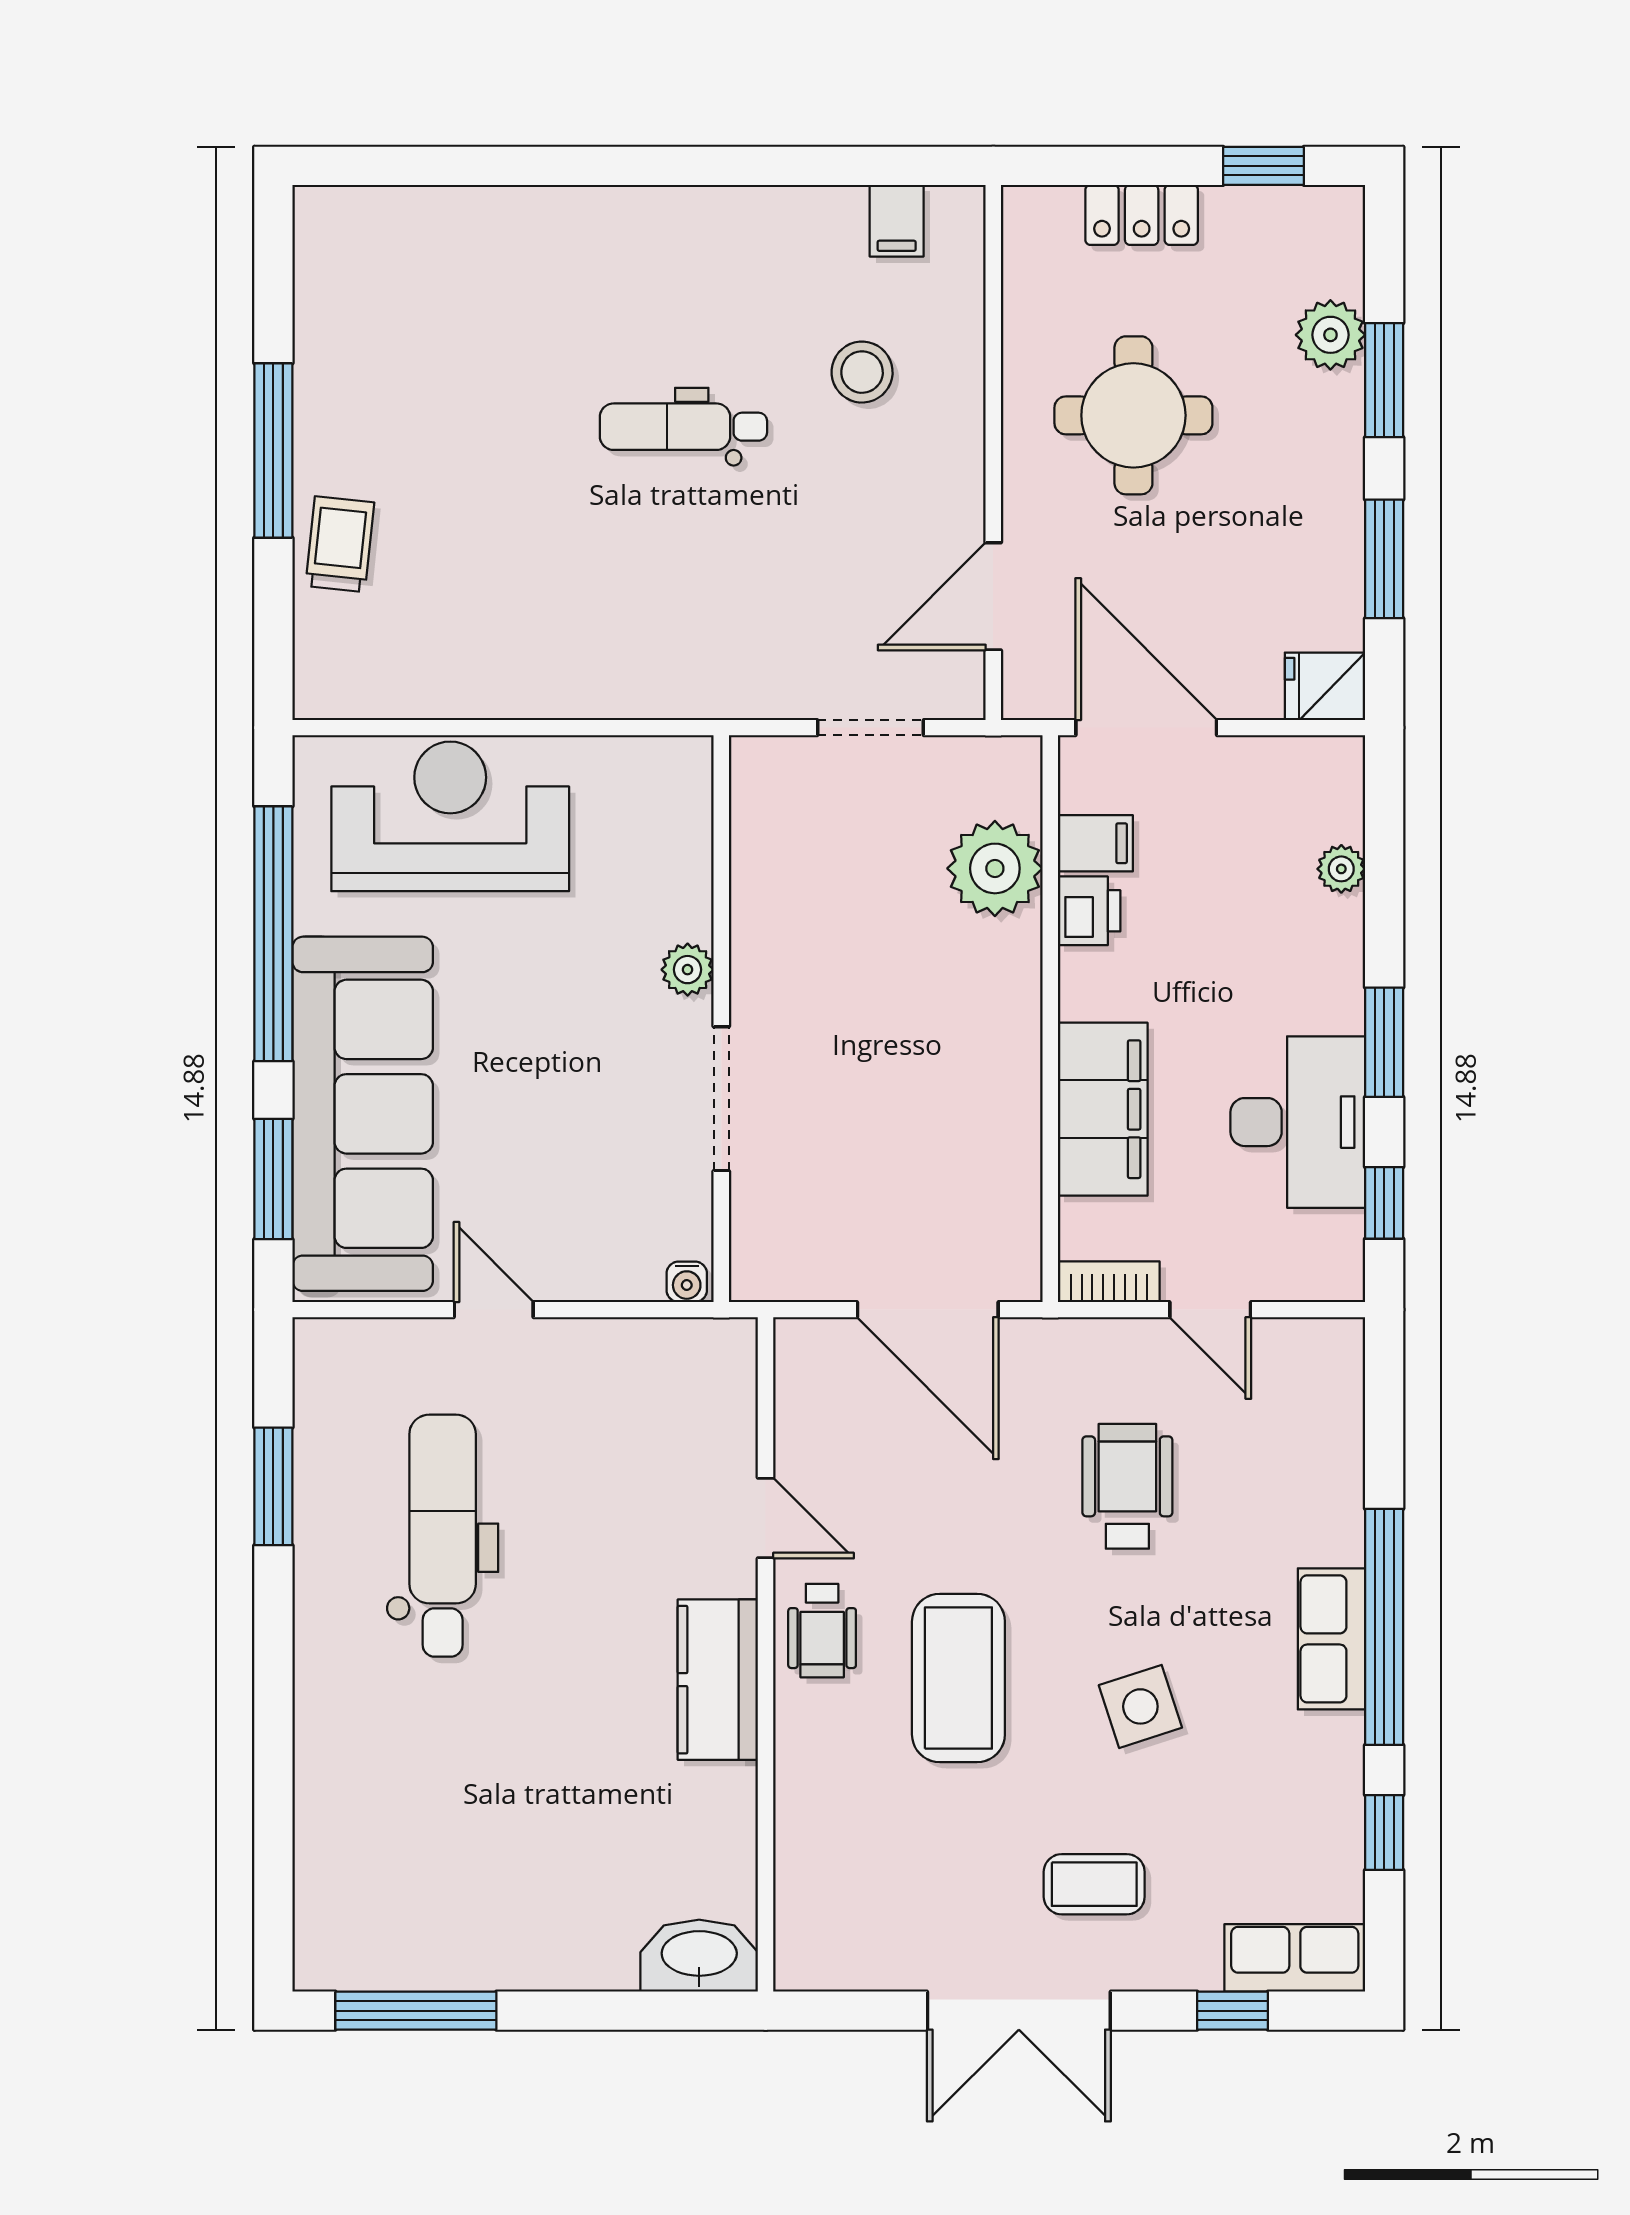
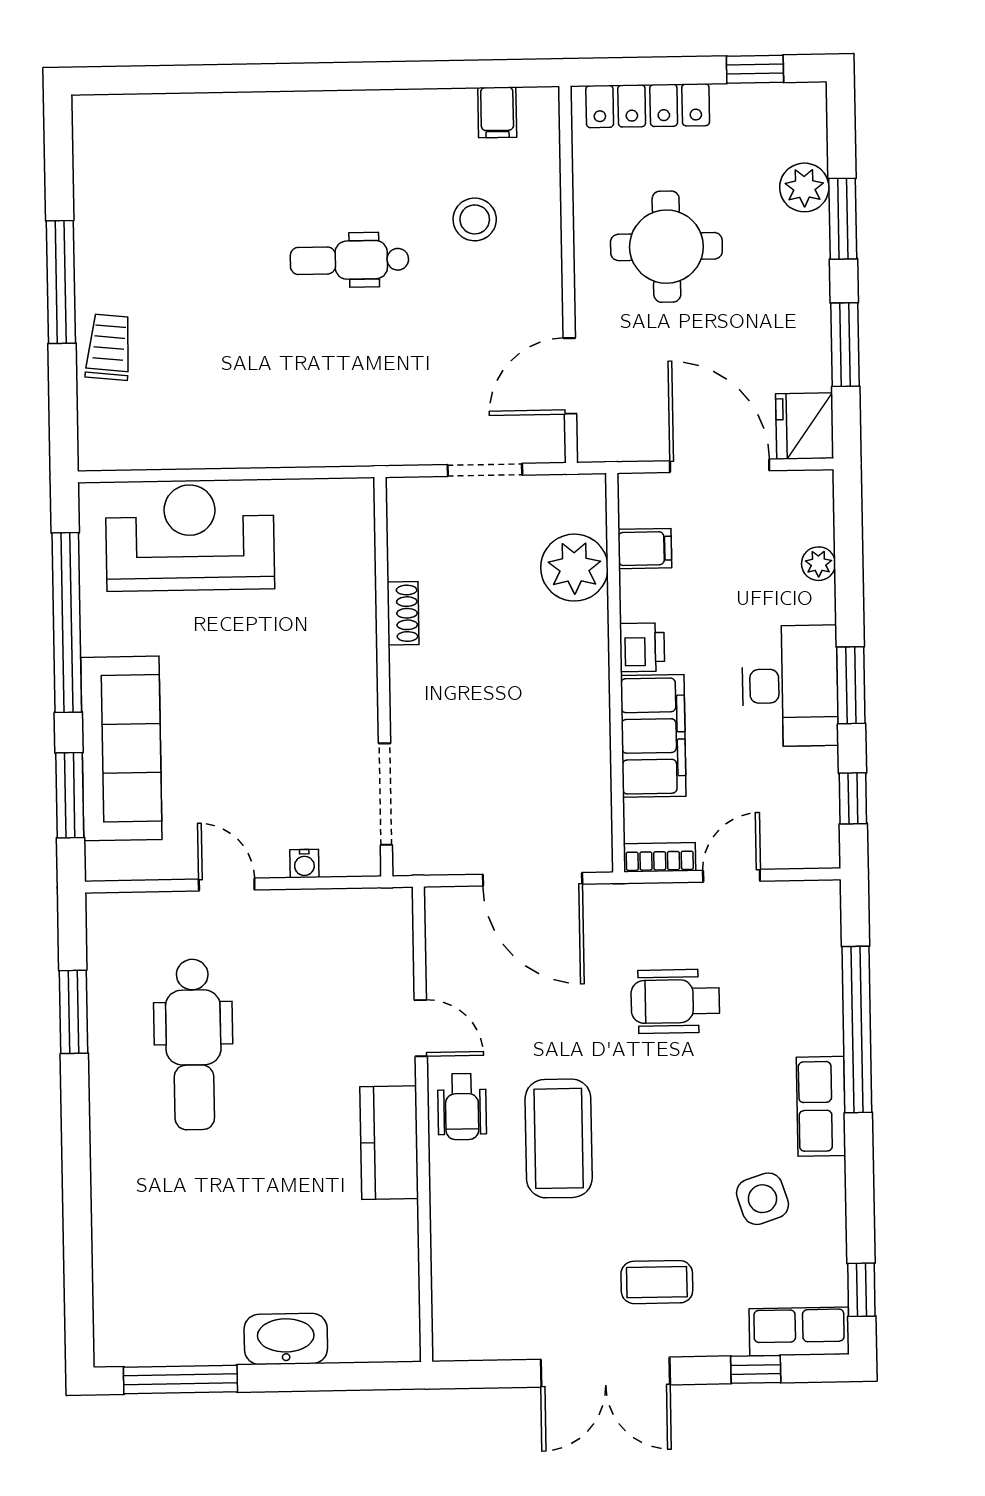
locker: (1142, 215) -> (648, 106), width x1.53
fridge: (1325, 686) -> (805, 426), width x1.38
door: (1146, 728) -> (720, 466), moved
printer: (1089, 911) -> (642, 647), moved
shoe rack: (751, 929) -> (403, 613), added
plant: (688, 970) -> (359, 643), removed
doorway: (721, 1099) -> (385, 794), moved
sofa: (363, 1114) -> (121, 748), width x0.74, depth x0.79
desk: (1298, 1122) -> (790, 686), moved
water cooler: (687, 1282) -> (304, 864), moved
door: (1210, 1310) -> (732, 876), swing flipped
wheelchair: (1127, 1486) -> (675, 1001), turned -90
dental chair: (443, 1536) -> (193, 1044), turned 180
window: (1384, 1627) -> (857, 1030), moved
side table: (1140, 1706) -> (762, 1199), moved
window: (1384, 1832) -> (861, 1290), moved
washbasin: (699, 1956) -> (286, 1339), moved

